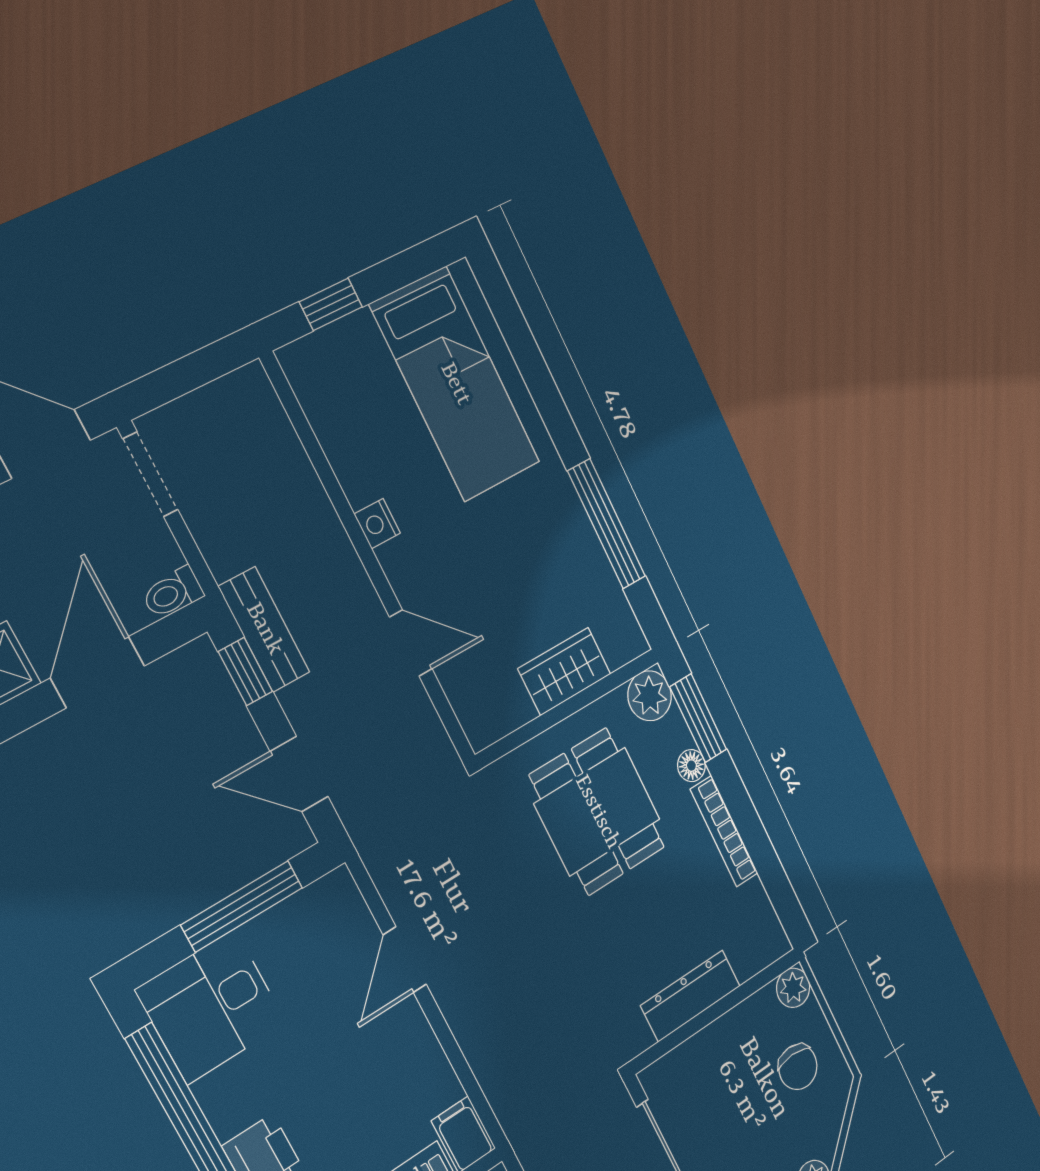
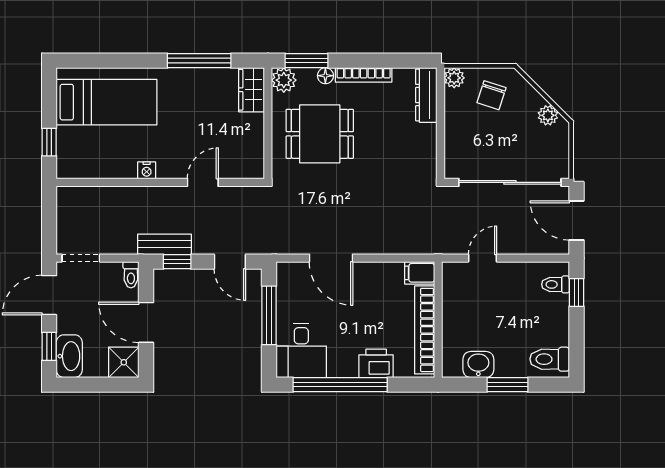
wardrobe: (564, 671) -> (252, 90), moved
door: (299, 774) -> (230, 262), hinge flipped
door: (405, 960) -> (331, 258), width x1.38
dresser: (691, 996) -> (426, 95), moved
chair: (798, 1067) -> (492, 95), turned 108

